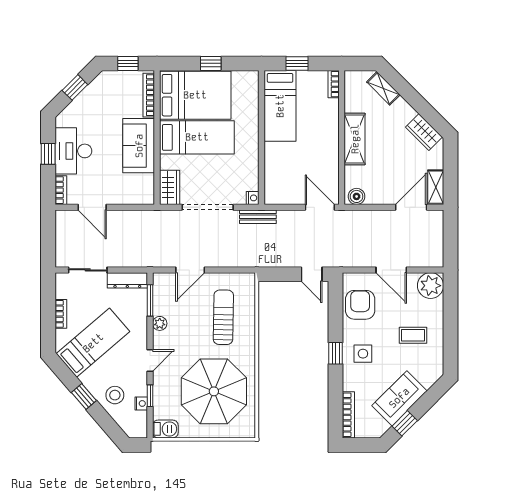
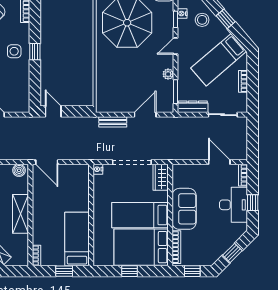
bench: (258, 217) -> (113, 122), moved
armchair: (360, 305) -> (16, 88), removed
sun lounger: (223, 317) -> (120, 79), removed

